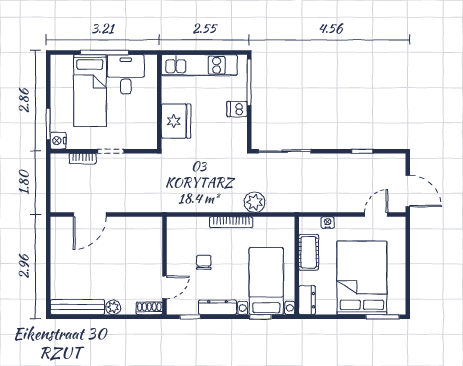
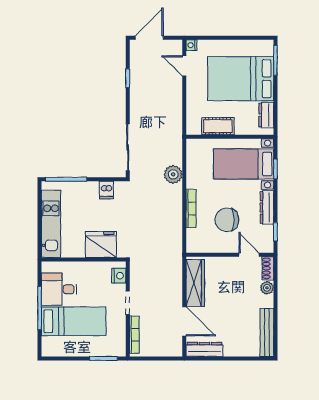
dishwasher: (237, 109) -> (106, 190), moved
nightstand: (58, 141) -> (119, 276), moved, turned -90
bookcase: (83, 159) -> (134, 335), width x1.56
door: (408, 191) -> (149, 38), moved
bookcase: (231, 222) -> (191, 208), moved
nightstand: (328, 223) -> (191, 45), moved
wardrobe: (133, 227) -> (195, 283), added
dresser: (58, 237) -> (204, 349), added
chair: (204, 262) -> (227, 220), width x1.87, depth x1.87
dresser: (307, 300) -> (266, 115), moved, turned -90
plant: (113, 307) -> (267, 288), moved

